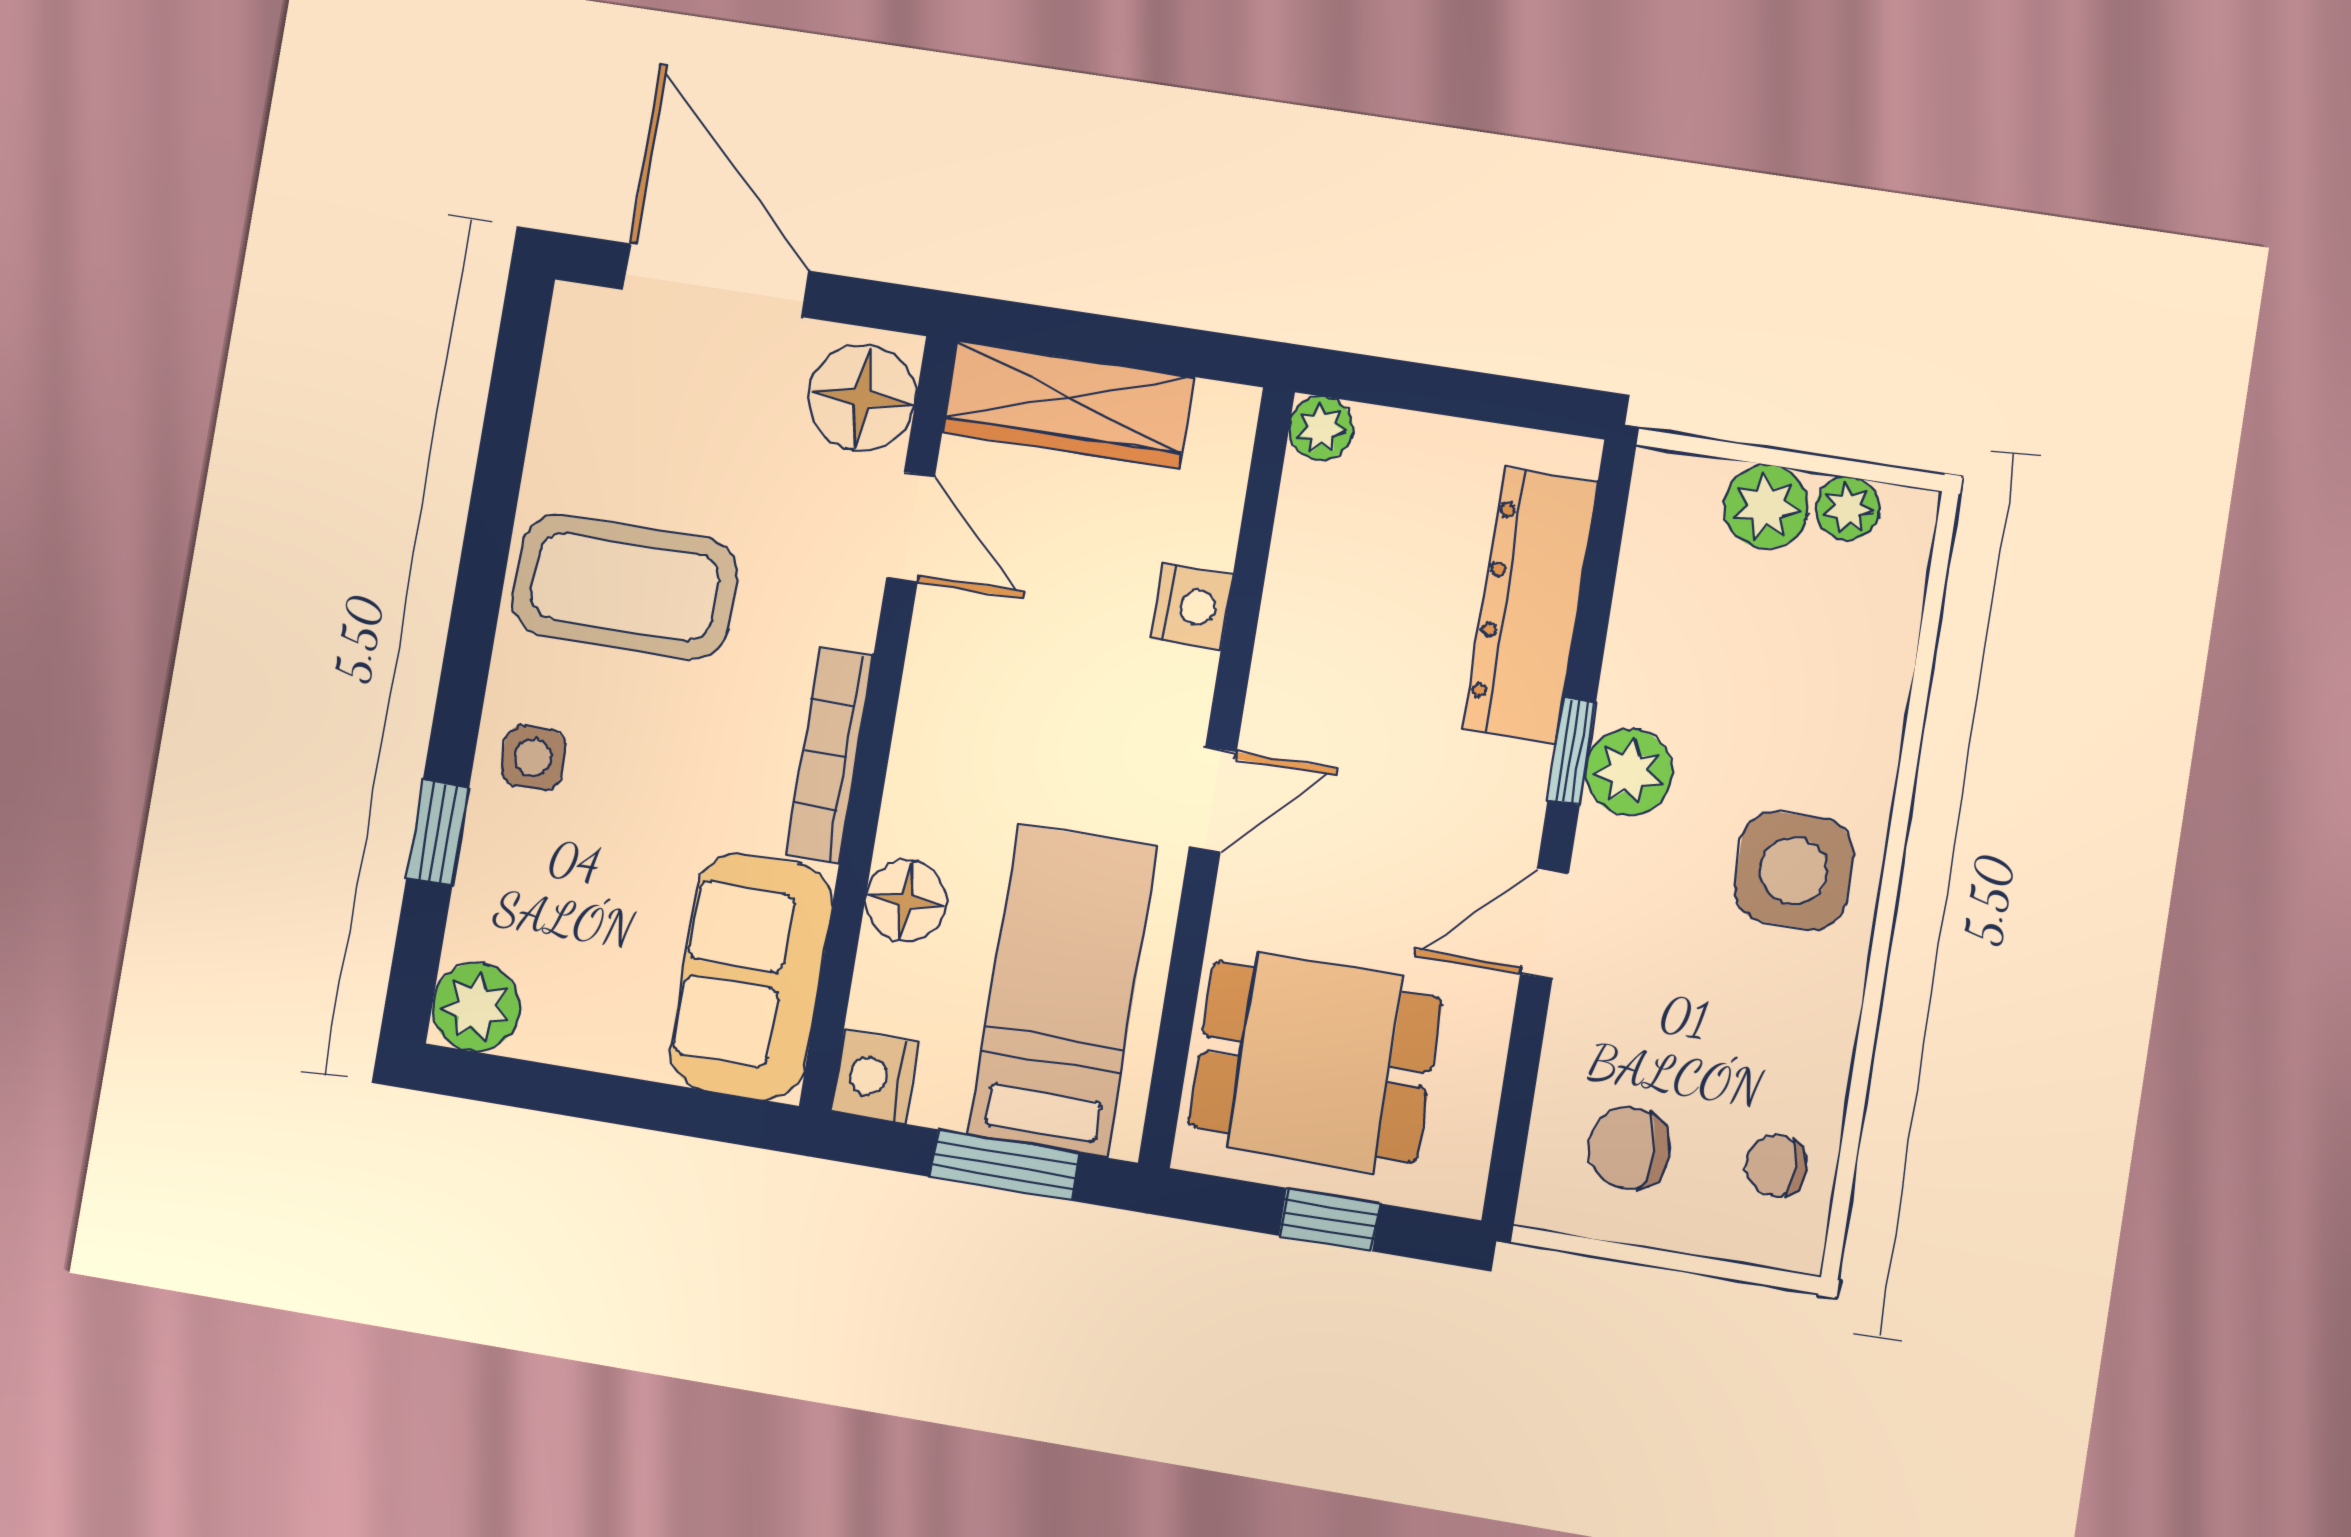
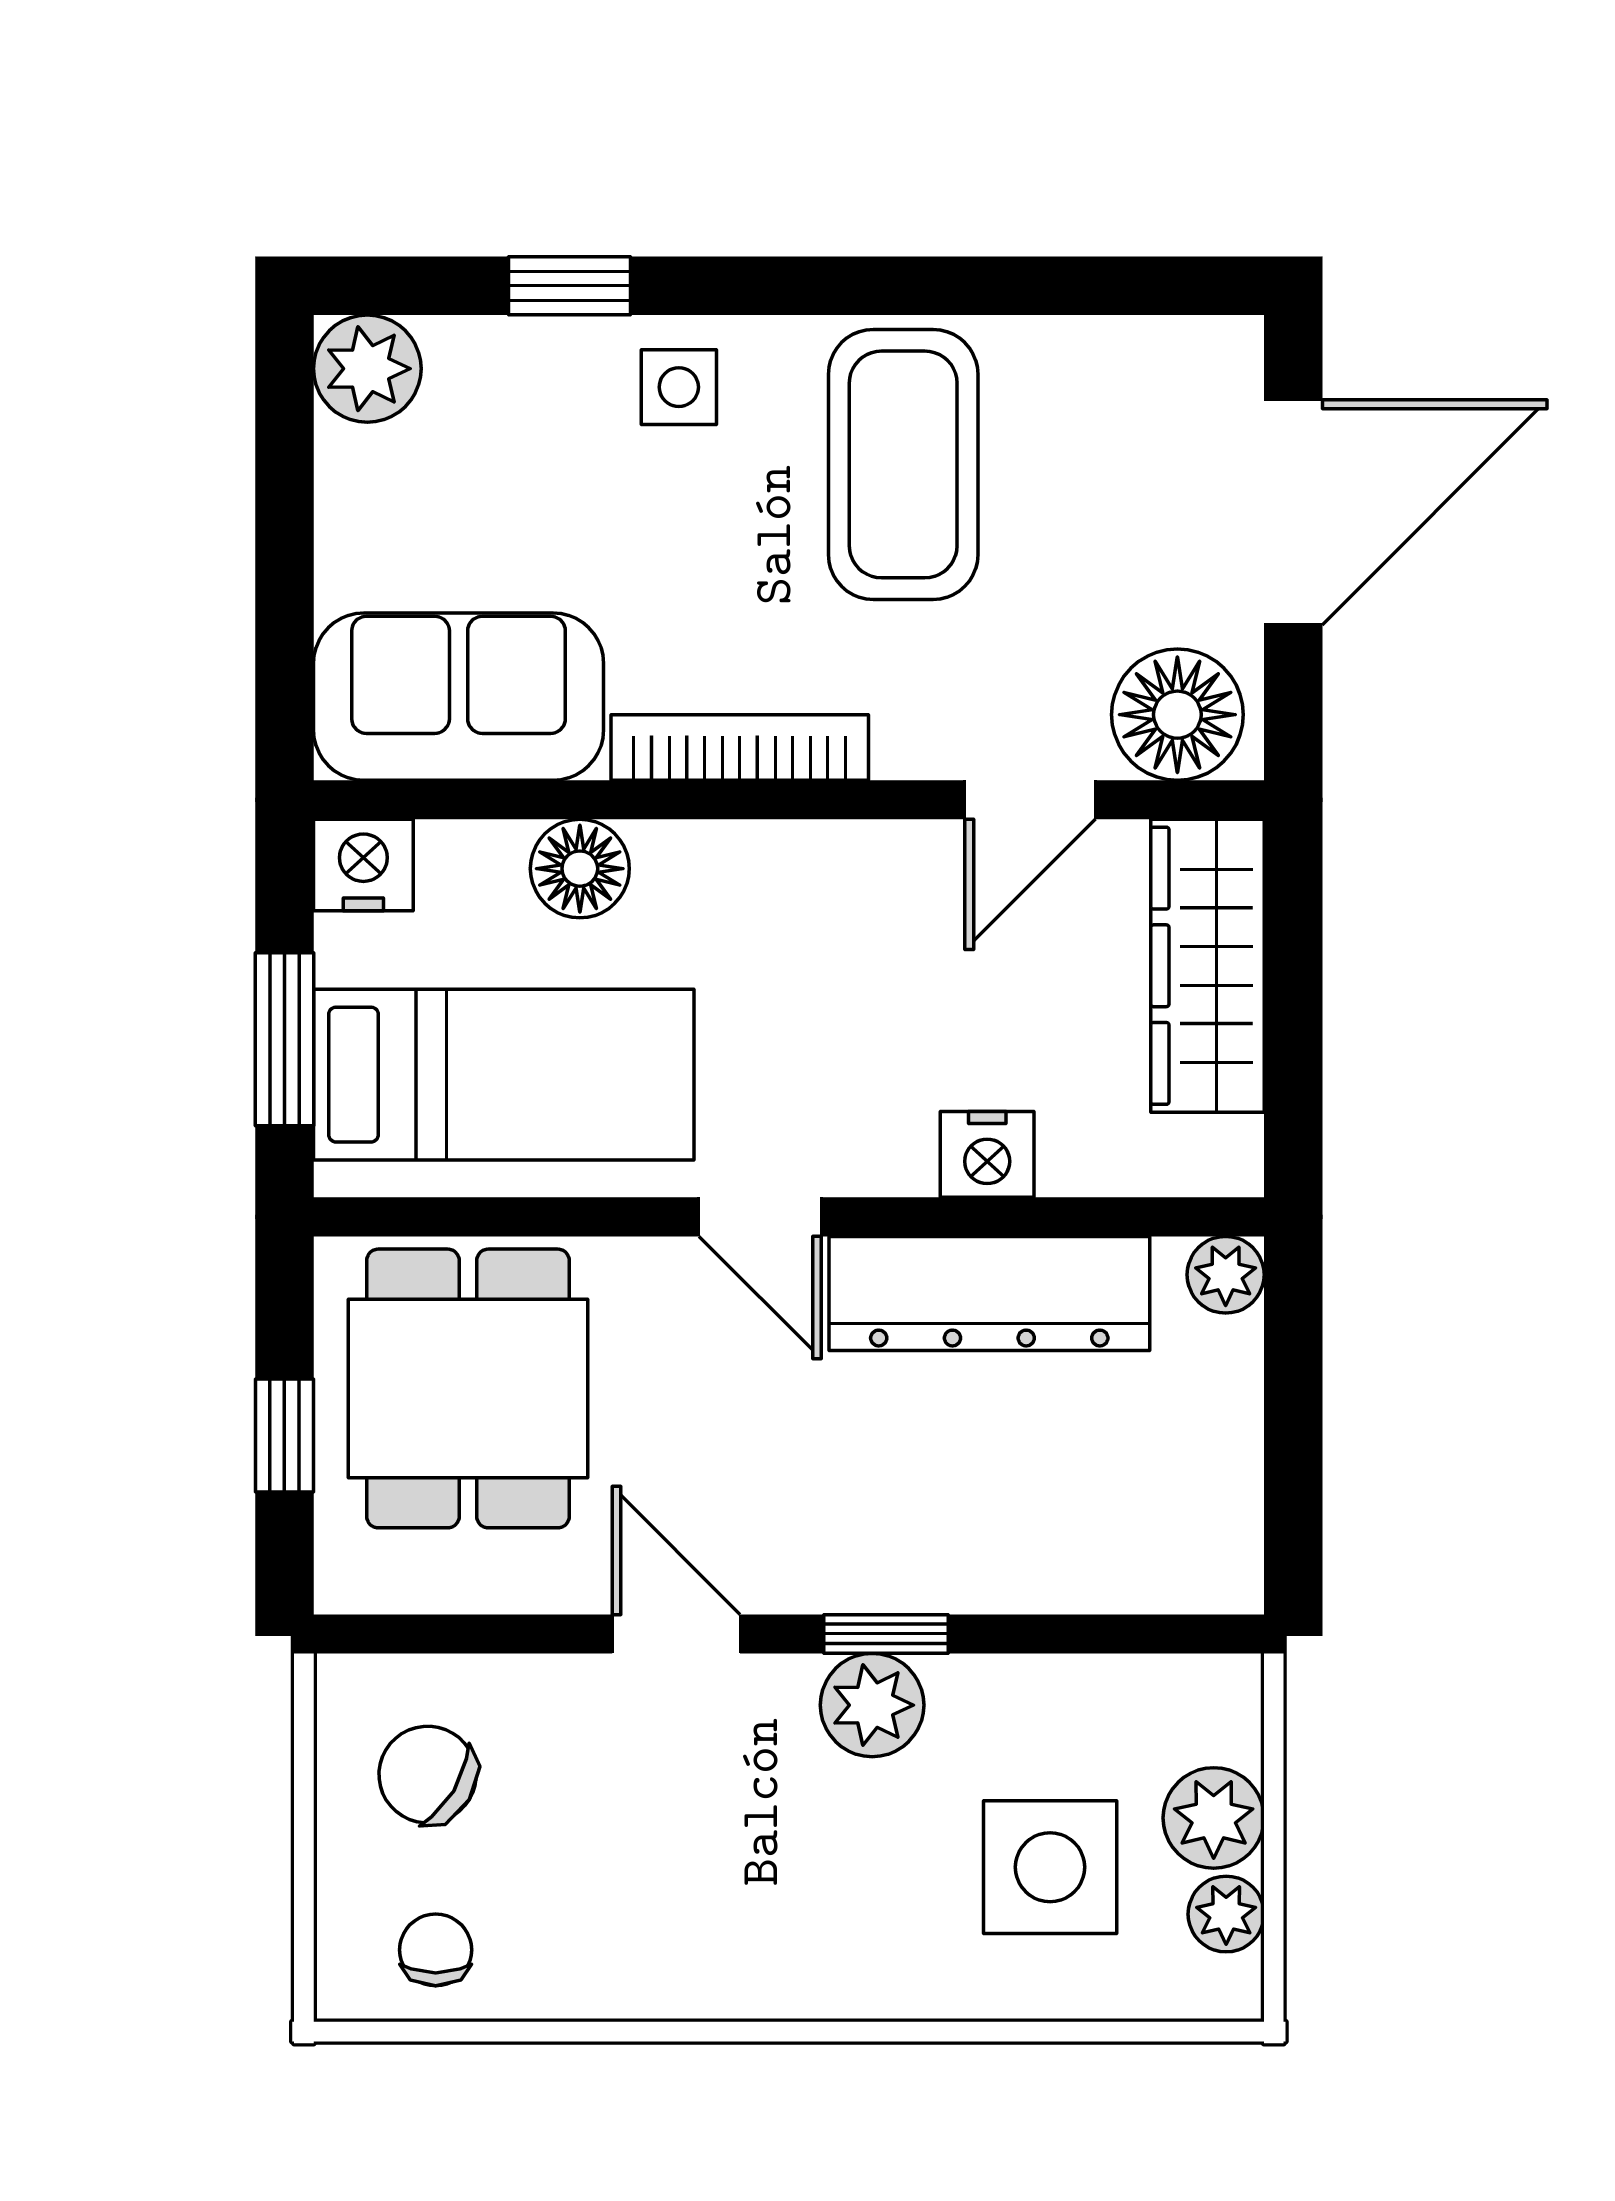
dresser: (1530, 605) -> (989, 1293), moved, turned 180
side table: (1794, 871) -> (1050, 1867), moved
chair: (1629, 1148) -> (428, 1775), turned -59

